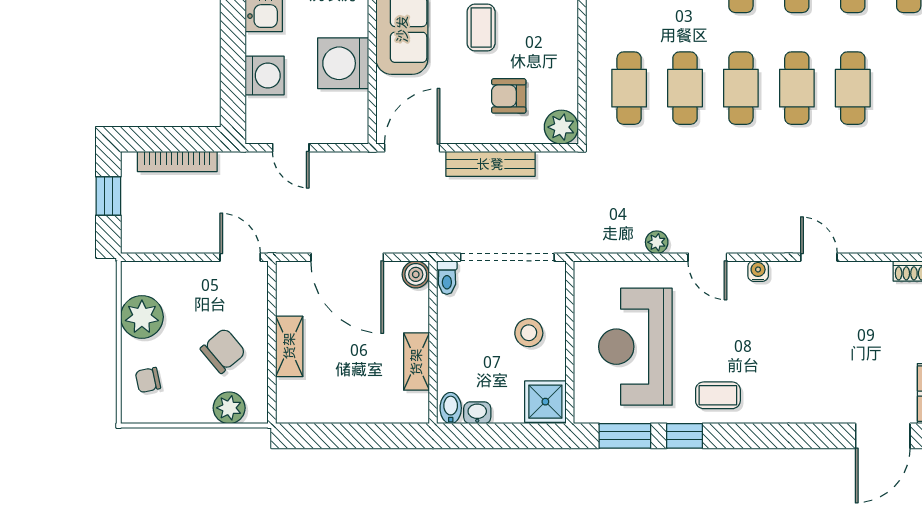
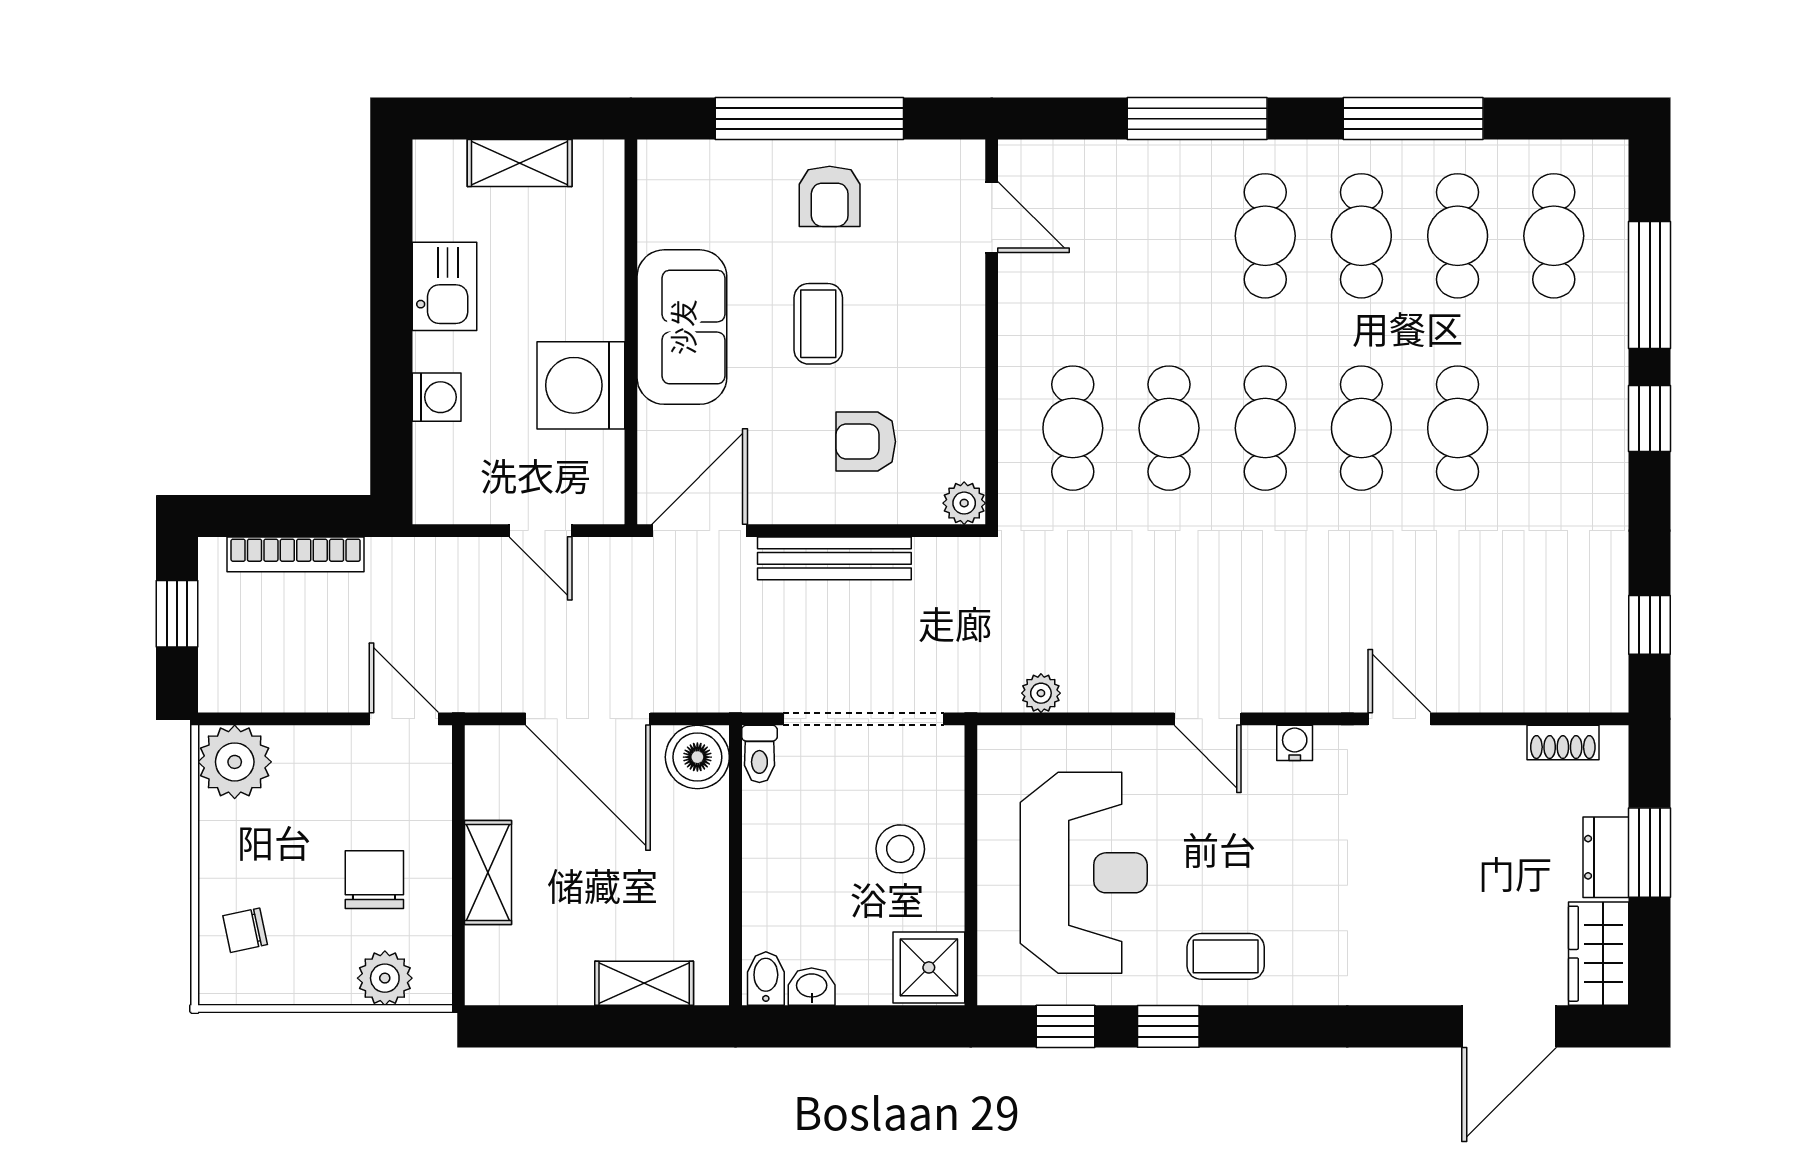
washing machine: (265, 75) -> (437, 397), width x0.73, depth x0.73
plant: (561, 127) -> (964, 503), width x0.73, depth x0.73
door: (291, 148) -> (541, 531), moved
plant: (657, 242) -> (1041, 693), moved
boiler: (416, 274) -> (697, 757), width x1.36, depth x1.36
plant: (142, 317) -> (235, 762), moved
reception desk: (635, 347) -> (1084, 873), turned 180
chair: (223, 351) -> (374, 880), turned -50
shelving: (416, 362) -> (644, 983), moved, turned 90
window: (625, 436) -> (1066, 1026), width x0.67

